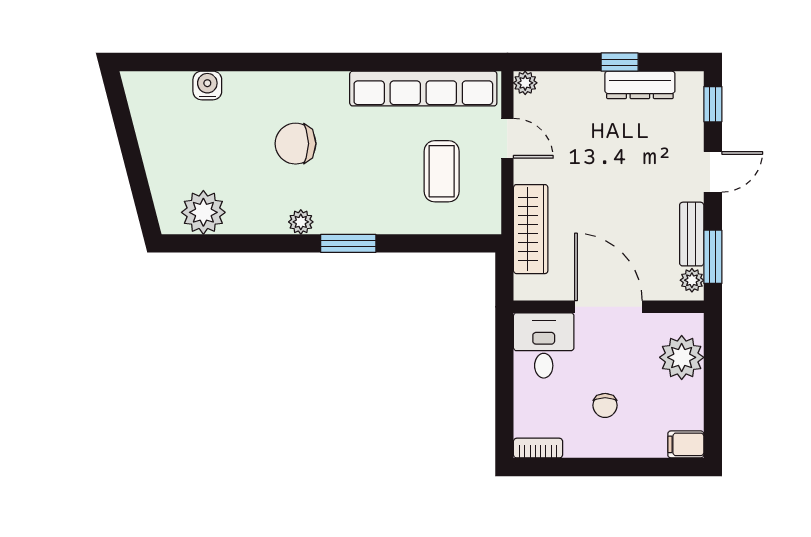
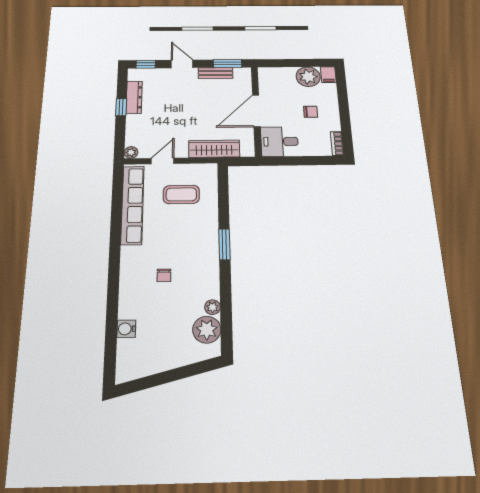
chair: (296, 144) -> (164, 275), width x0.54, depth x0.54
plant: (301, 222) -> (212, 307), moved
plant: (692, 280) -> (240, 73), removed
plant: (682, 357) -> (308, 77), moved

